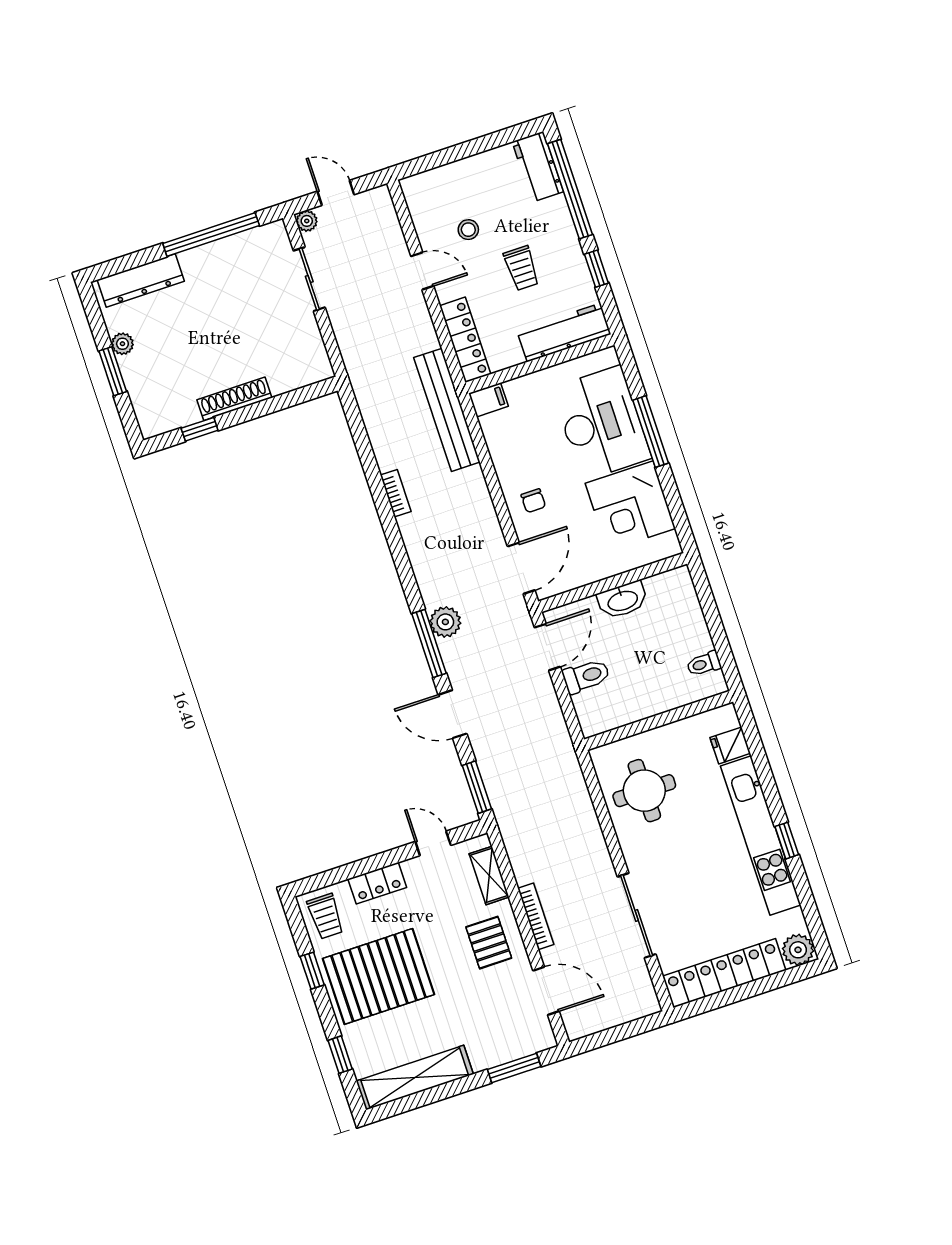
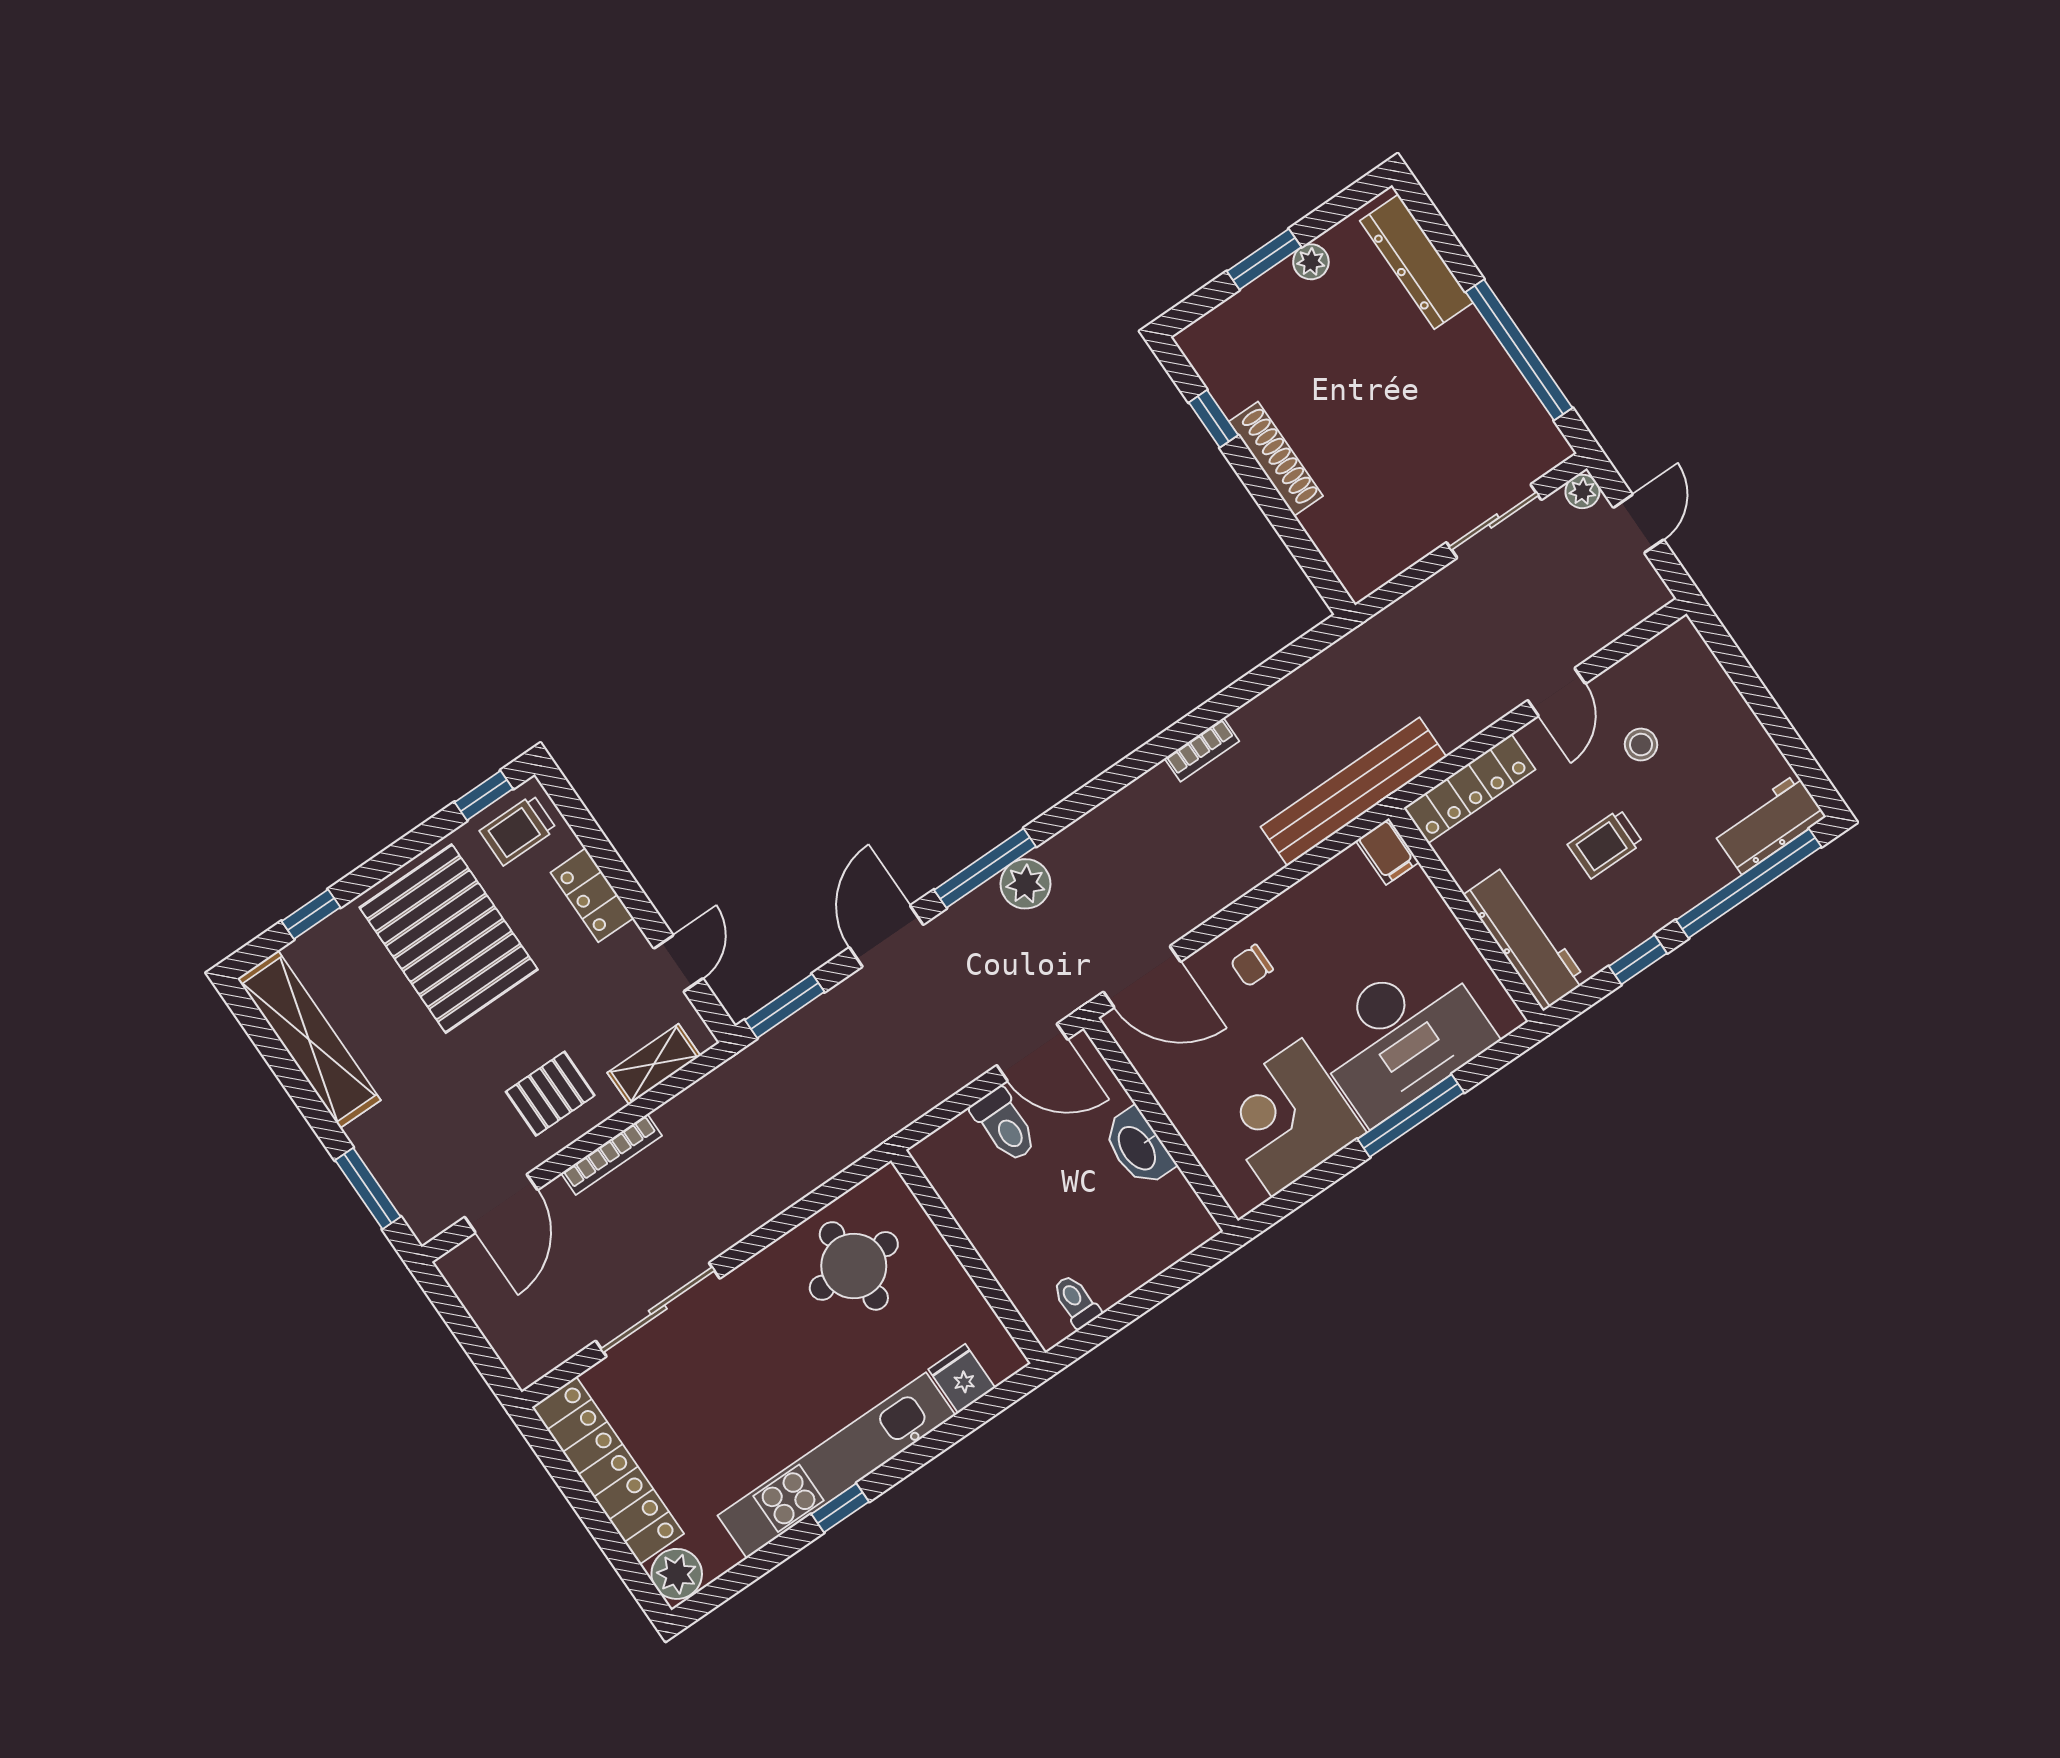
window: (312, 971) -> (484, 795), moved

